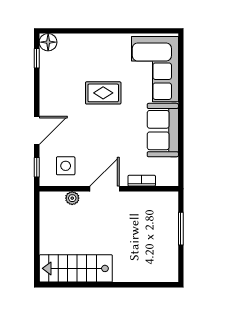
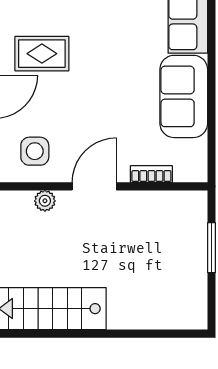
rug: (103, 93) -> (42, 54), moved

